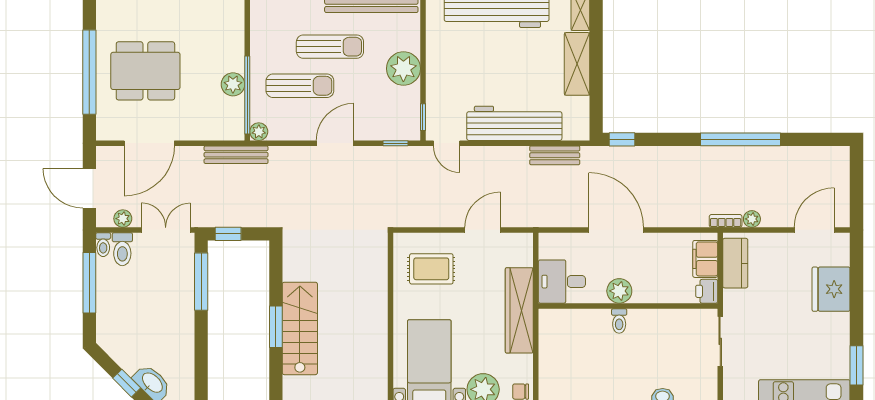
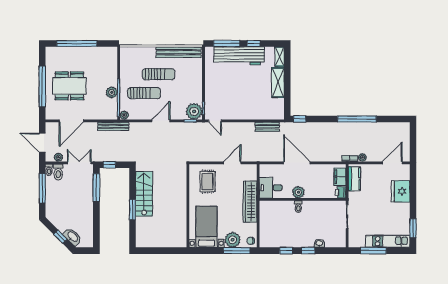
plant: (403, 69) -> (194, 111), moved
workbench: (514, 123) -> (248, 111), removed
rug: (431, 269) -> (208, 182), turned 90
stairs: (300, 328) -> (144, 194), moved

